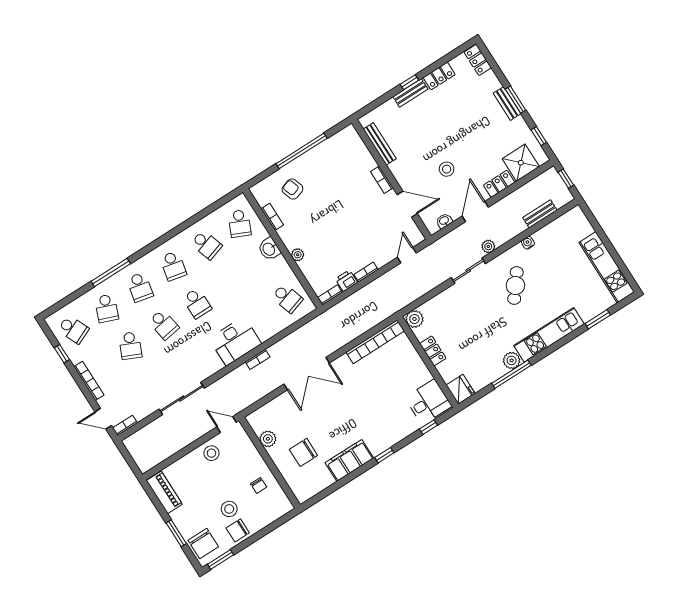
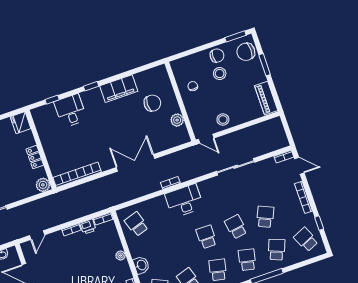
desk: (428, 402) -> (70, 111), moved, turned 90
chair: (203, 544) -> (246, 52), turned -90

